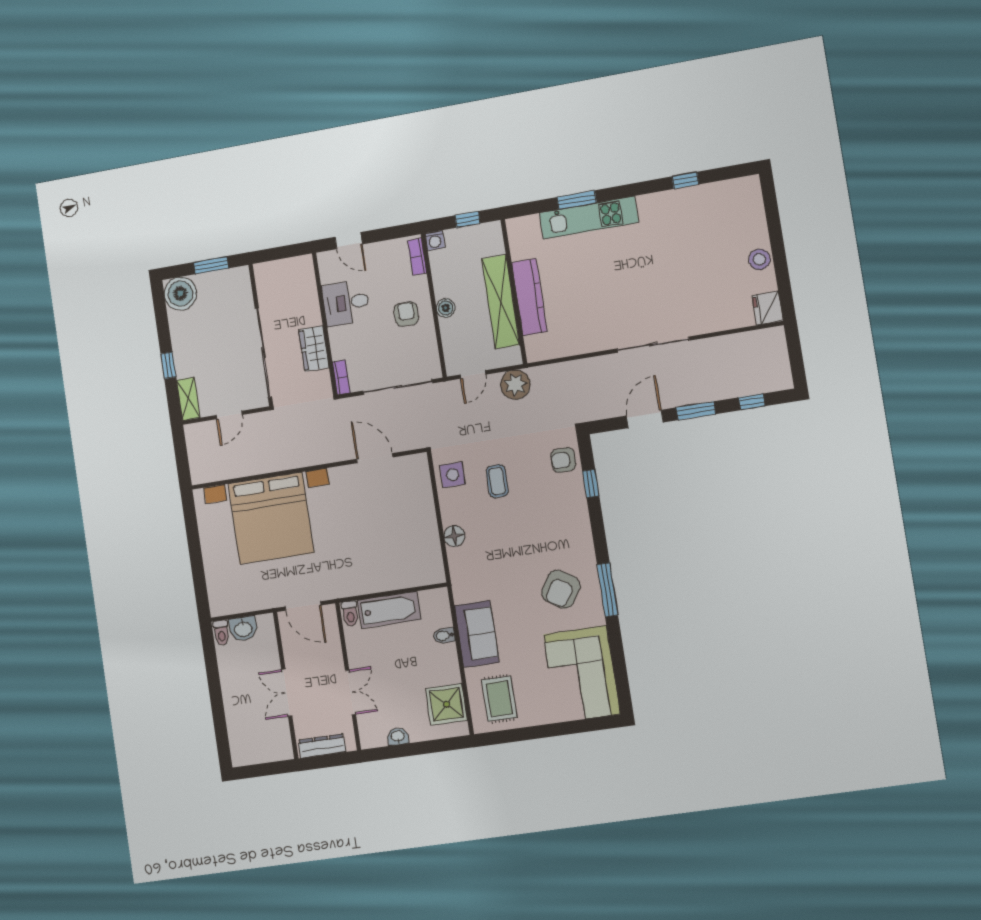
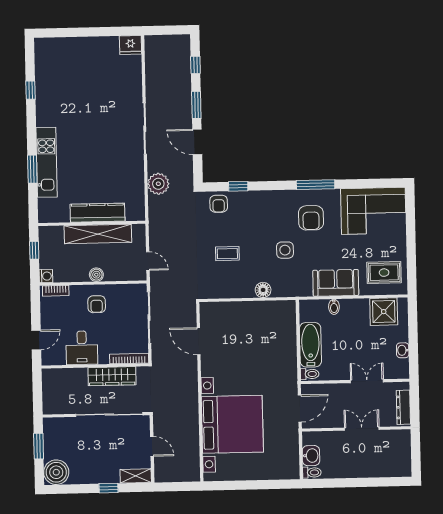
stool: (760, 259) -> (95, 46), removed
armchair: (406, 314) -> (97, 304), turned -90
wardrobe: (314, 349) -> (112, 376), width x1.50
bookcase: (341, 377) -> (129, 359), width x1.56
plant: (515, 385) -> (158, 184), moved
door: (375, 458) -> (199, 341), hinge flipped
side table: (453, 475) -> (285, 250), moved
armchair: (561, 589) -> (311, 218), turned 58
double door: (287, 693) -> (362, 429), swing flipped

